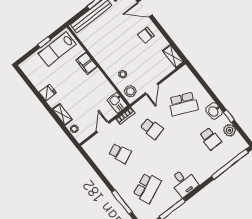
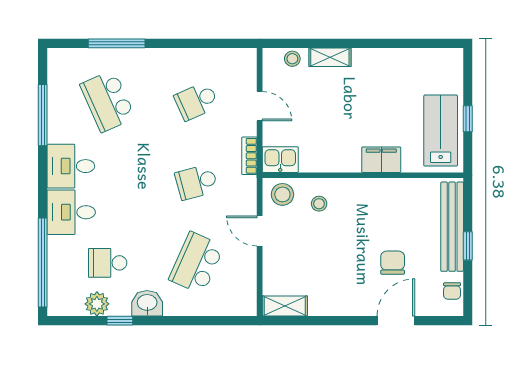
chair: (146, 35) -> (393, 263), moved
fridge: (48, 92) -> (383, 61), removed
desk: (202, 168) -> (71, 212), added

